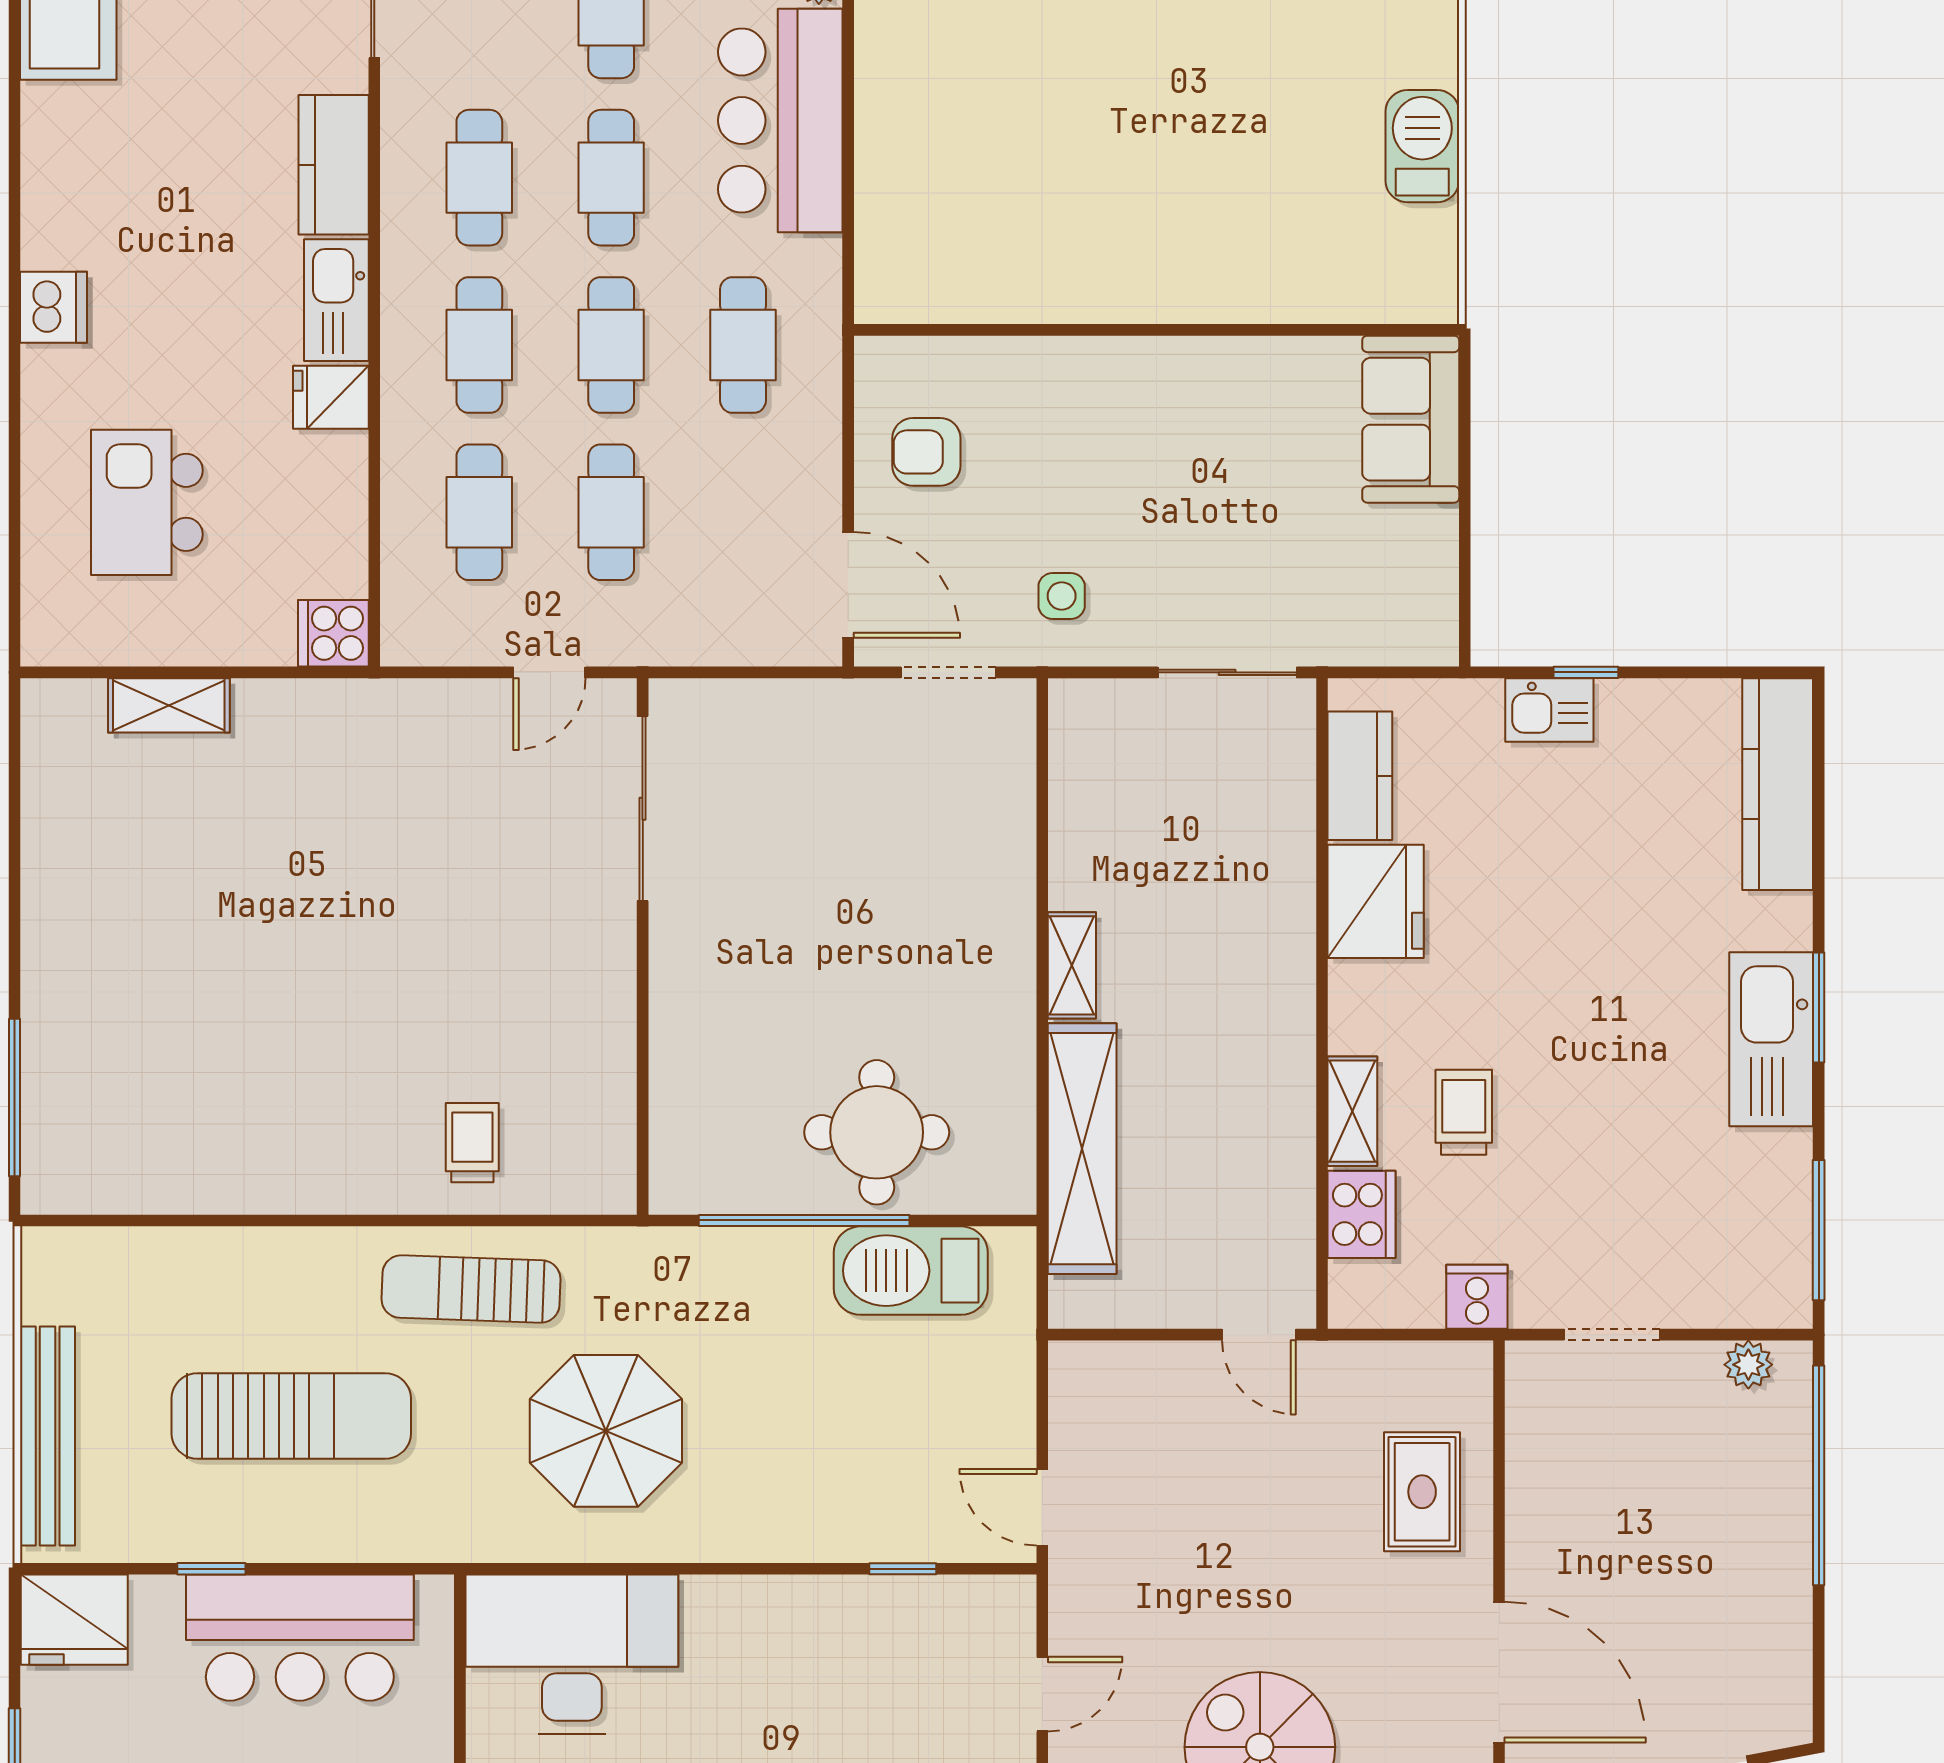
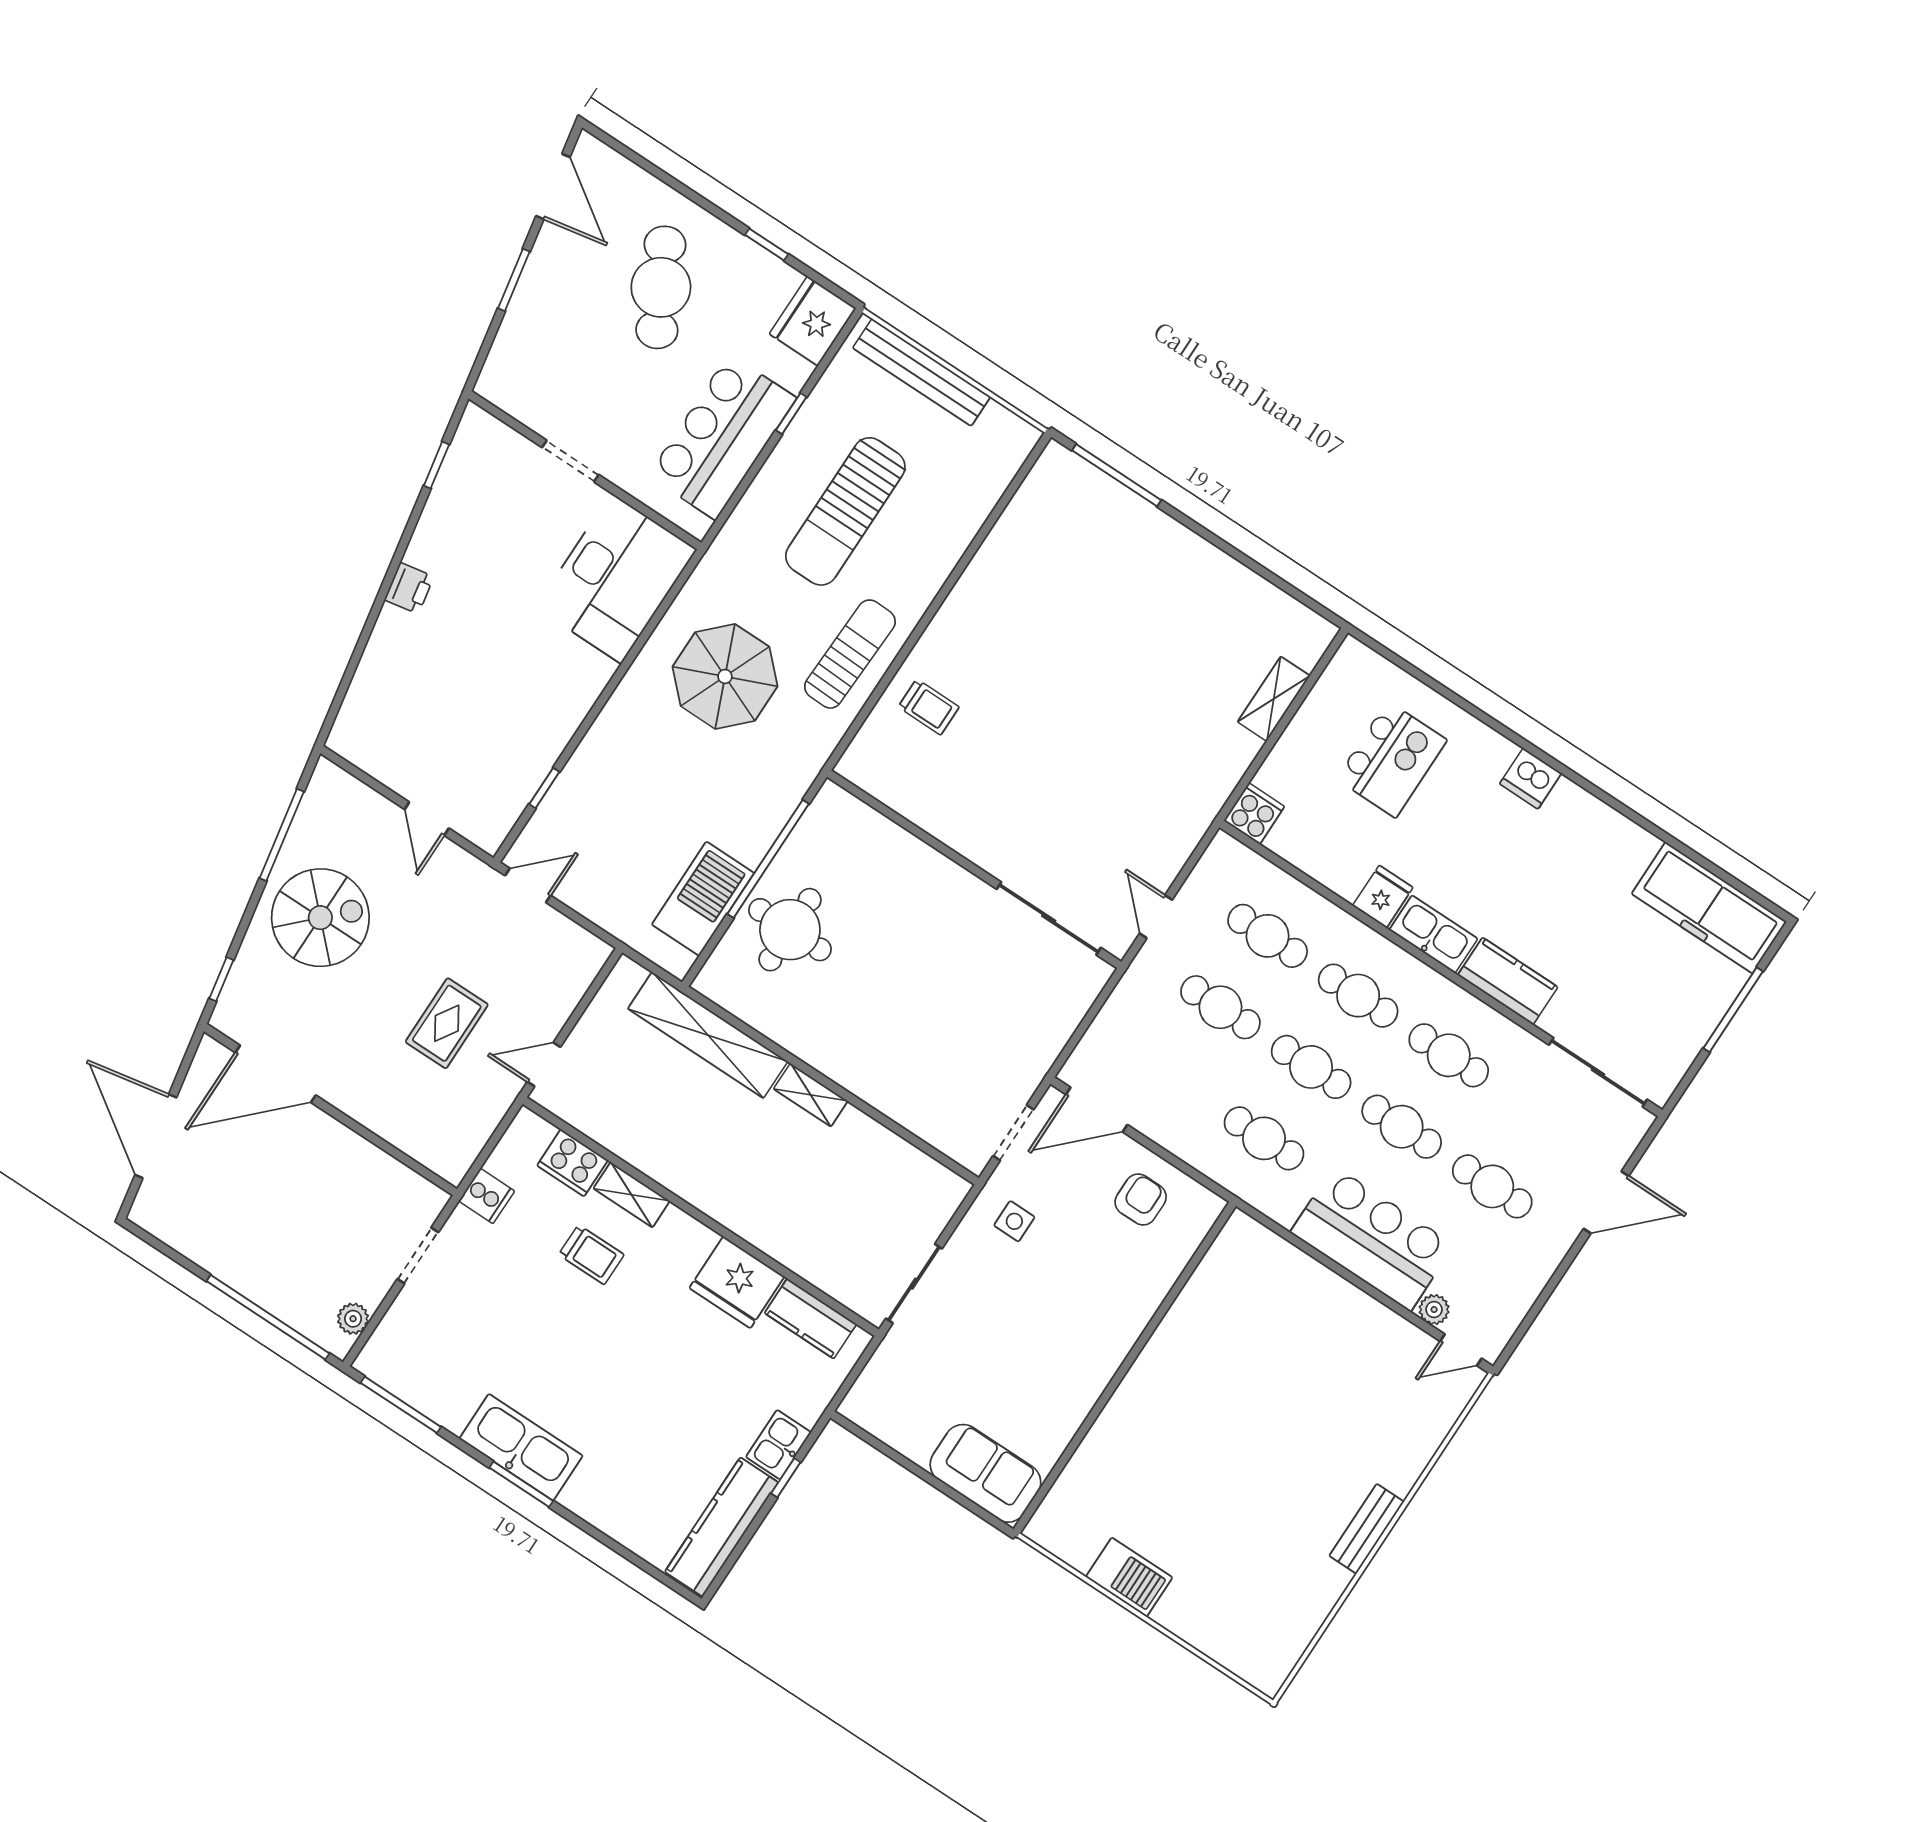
kitchen island: (147, 502) -> (1392, 759), turned 90
kitchen counter: (1778, 784) -> (721, 1527), moved, turned -90
rug: (1422, 1492) -> (447, 1023), moved, turned 90

